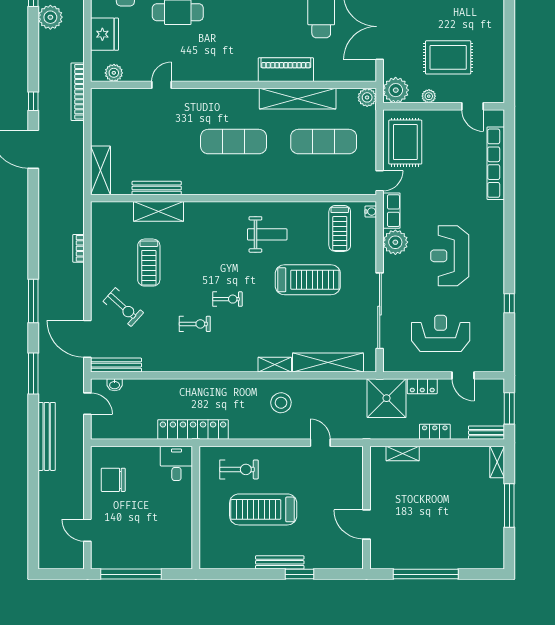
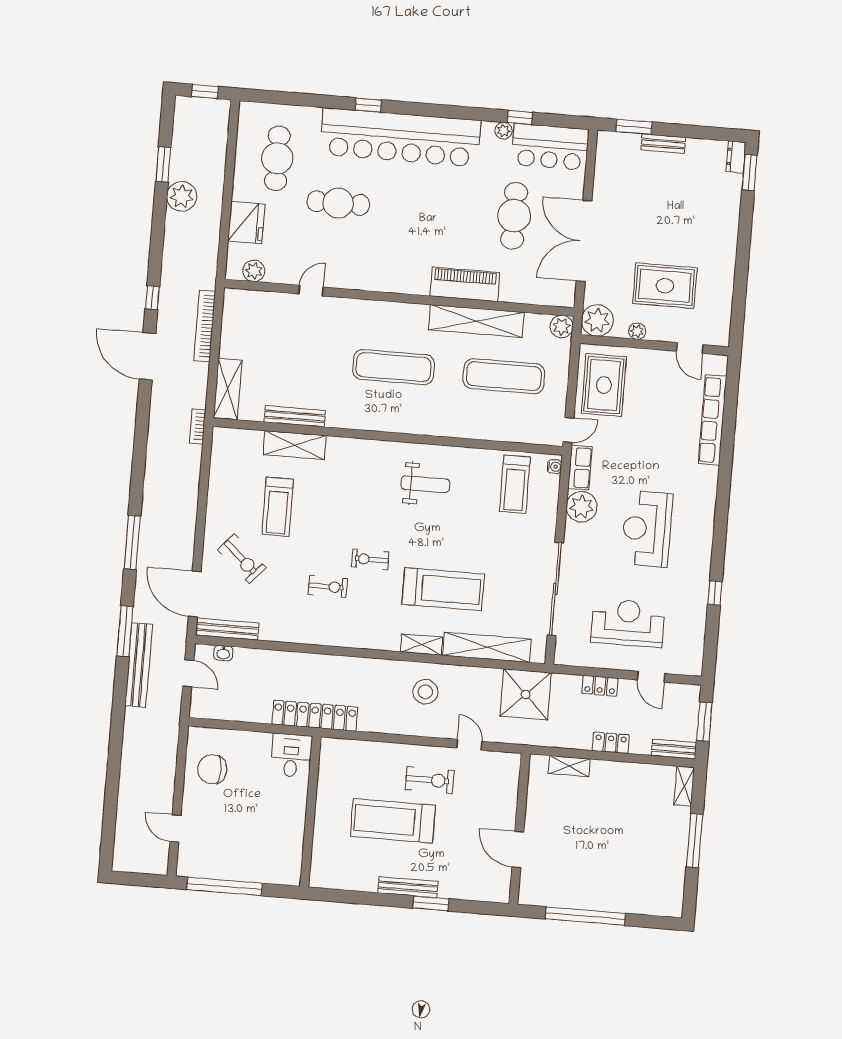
bookcase: (78, 92) -> (205, 326), moved
bookcase: (79, 248) -> (198, 426), moved
treadmill: (308, 280) -> (443, 589), moved
exercise bike: (227, 299) -> (370, 559), turned 180
shower: (387, 398) -> (526, 694), moved
bench: (47, 436) -> (139, 665), moved
exercise bike: (239, 469) -> (430, 780), moved

